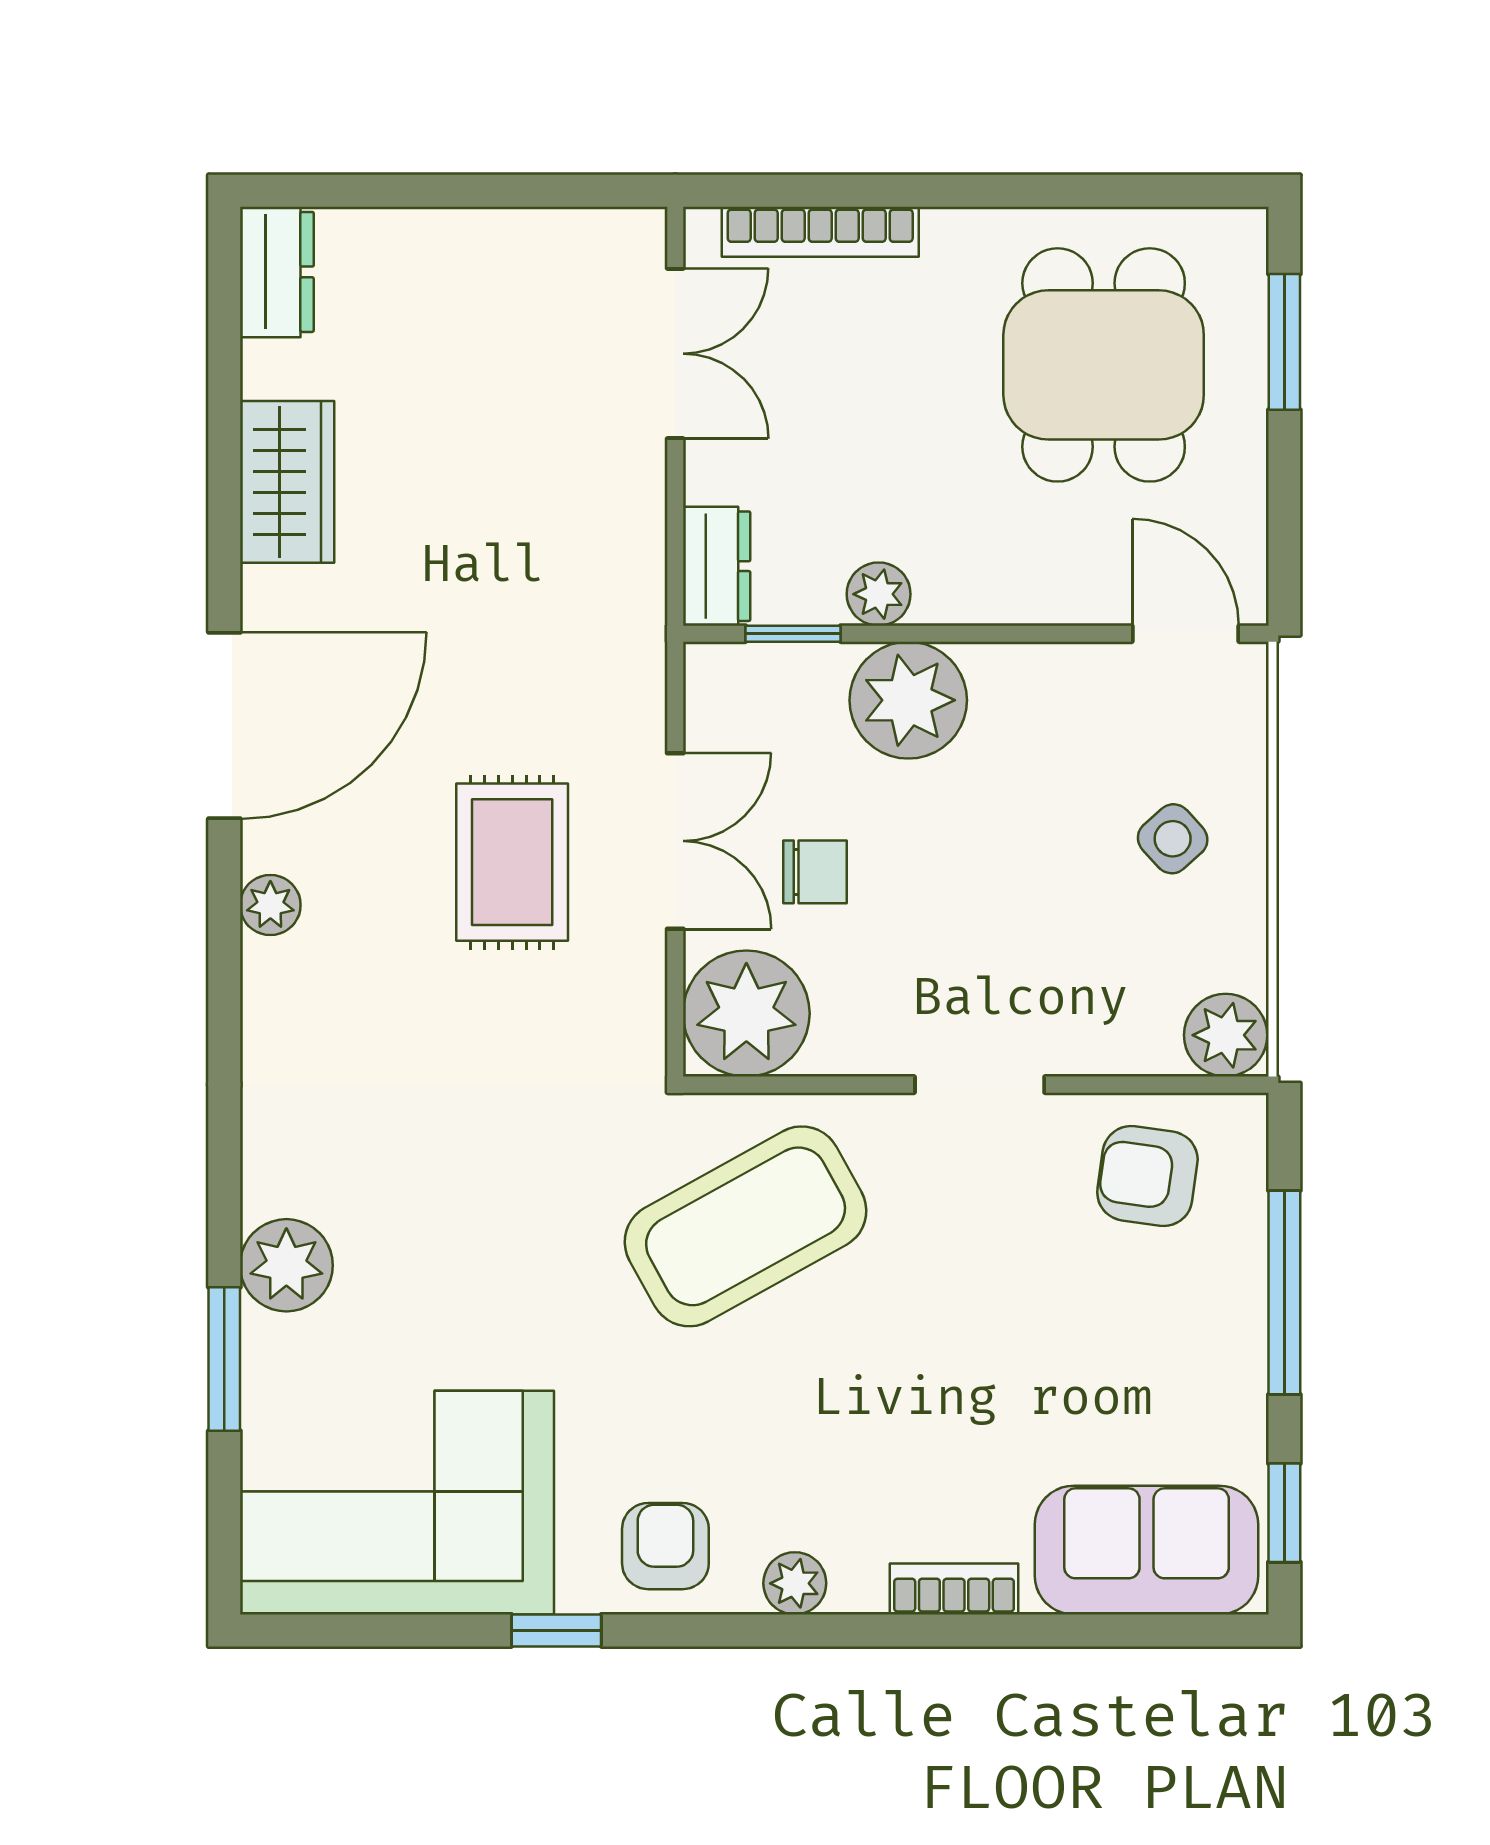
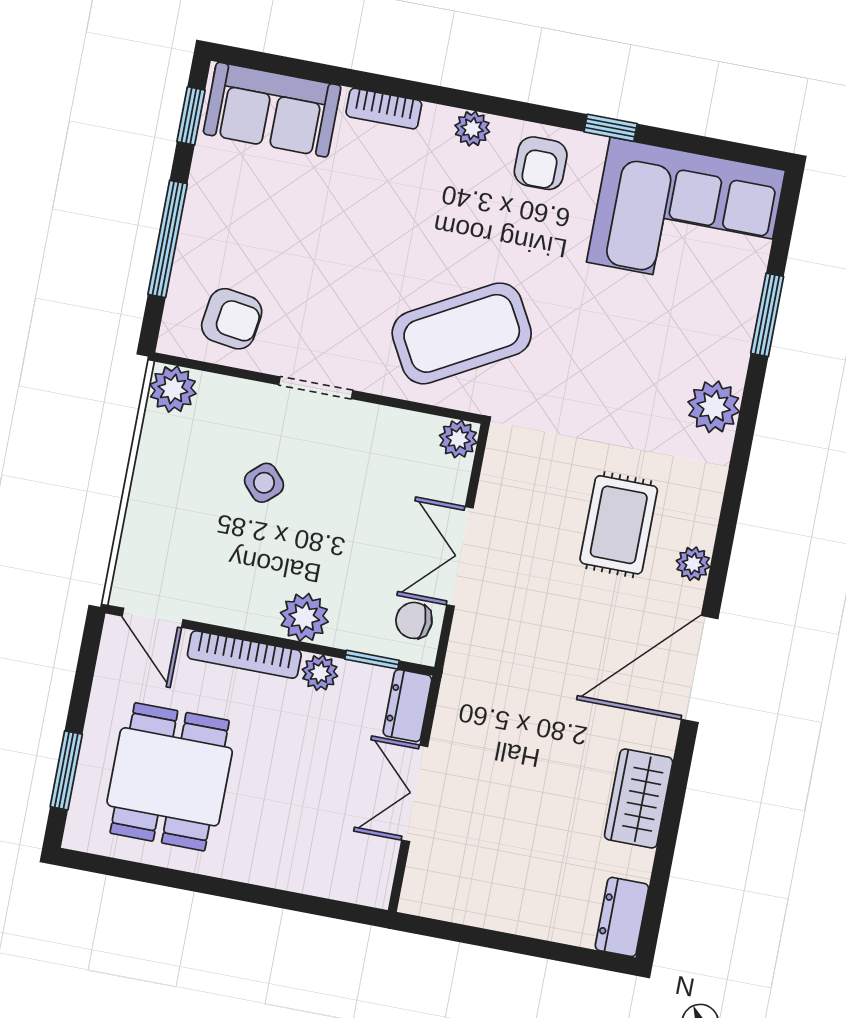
bookcase: (820, 232) -> (244, 654), moved, turned 180
double door: (675, 354) -> (415, 793), moved
plant: (908, 700) -> (304, 617), width x0.73, depth x0.73
side table: (1173, 839) -> (264, 483), moved
rug: (512, 862) -> (619, 525), moved
chair: (815, 872) -> (414, 620), moved
plant: (746, 1014) -> (458, 439), width x0.53, depth x0.53
plant: (286, 1265) -> (714, 407), moved

